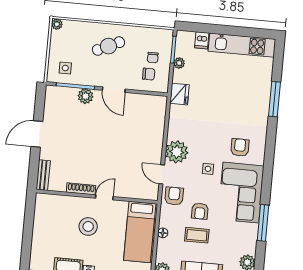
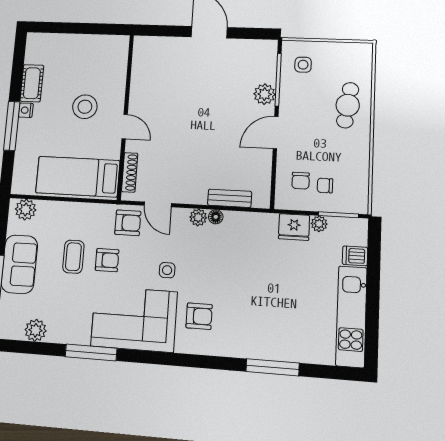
plant: (57, 24) -> (365, 50), removed
cafe table: (108, 46) -> (348, 105), moved, turned 33
fridge: (179, 94) -> (294, 227), moved
plant: (177, 152) -> (198, 217), width x0.53, depth x0.53
door: (162, 174) -> (158, 204), swing flipped
bench: (43, 175) -> (230, 198), moved
shoe rack: (81, 189) -> (130, 172), moved
armchair: (200, 211) -> (107, 260), turned 180
floor lamp: (163, 233) -> (216, 217), moved

